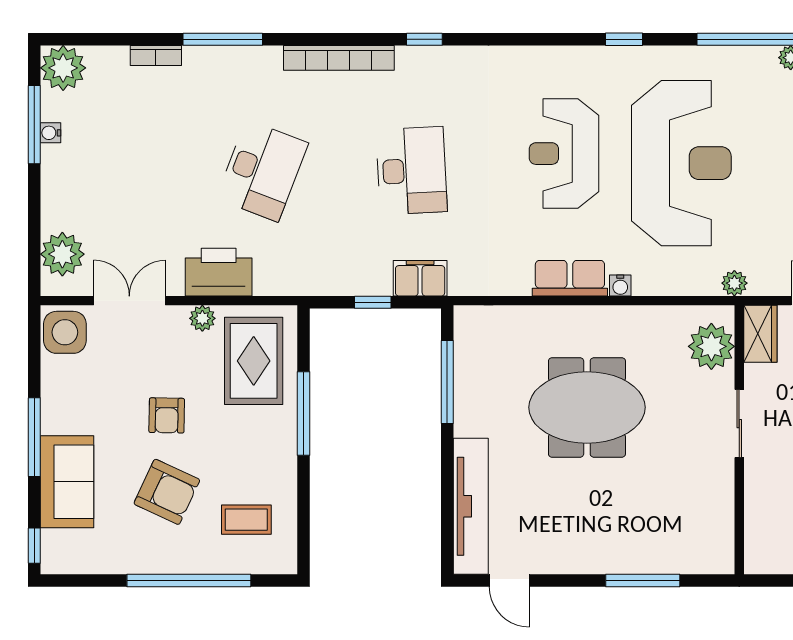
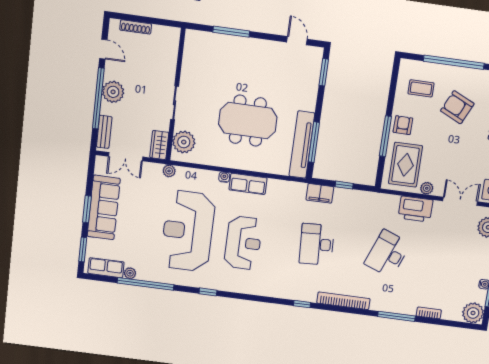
double door: (129, 301) -> (460, 201), swing flipped
armchair: (167, 415) -> (403, 125), moved
tv unit: (471, 506) -> (302, 145), moved
window: (447, 525) -> (324, 72), added

